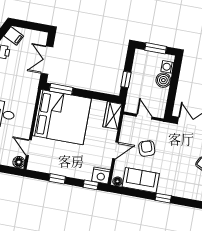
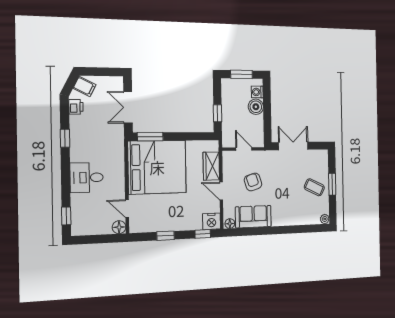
wardrobe: (113, 115) -> (211, 166), moved
door: (115, 150) -> (221, 191), swing flipped
window: (163, 198) -> (279, 230), removed

